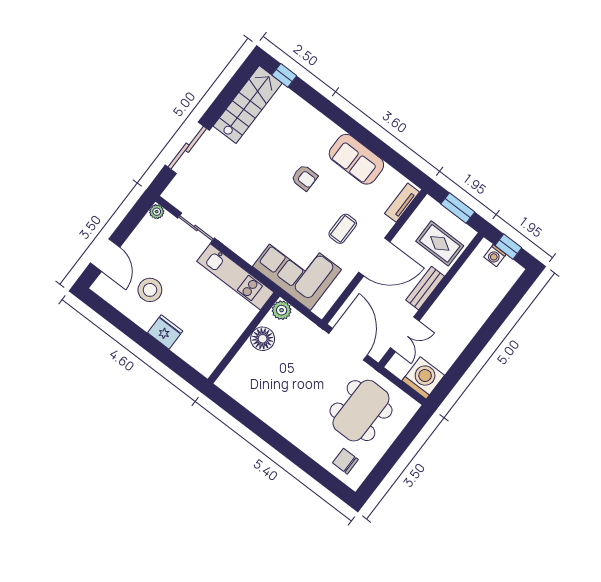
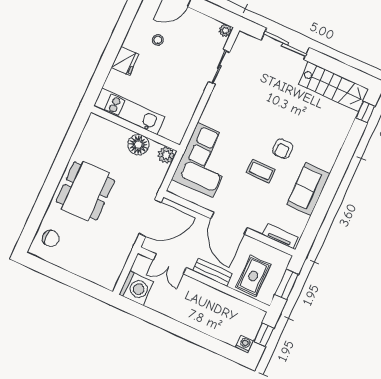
coffee table: (343, 229) -> (261, 171), moved
washing machine: (495, 256) -> (245, 344), moved, turned 90
kitchen unit: (235, 277) -> (129, 111), moved, turned 90
stool: (150, 290) -> (158, 40), width x0.53, depth x0.53
dining table: (361, 411) -> (85, 191), moved, turned 90
chair: (345, 461) -> (51, 238), turned 90

